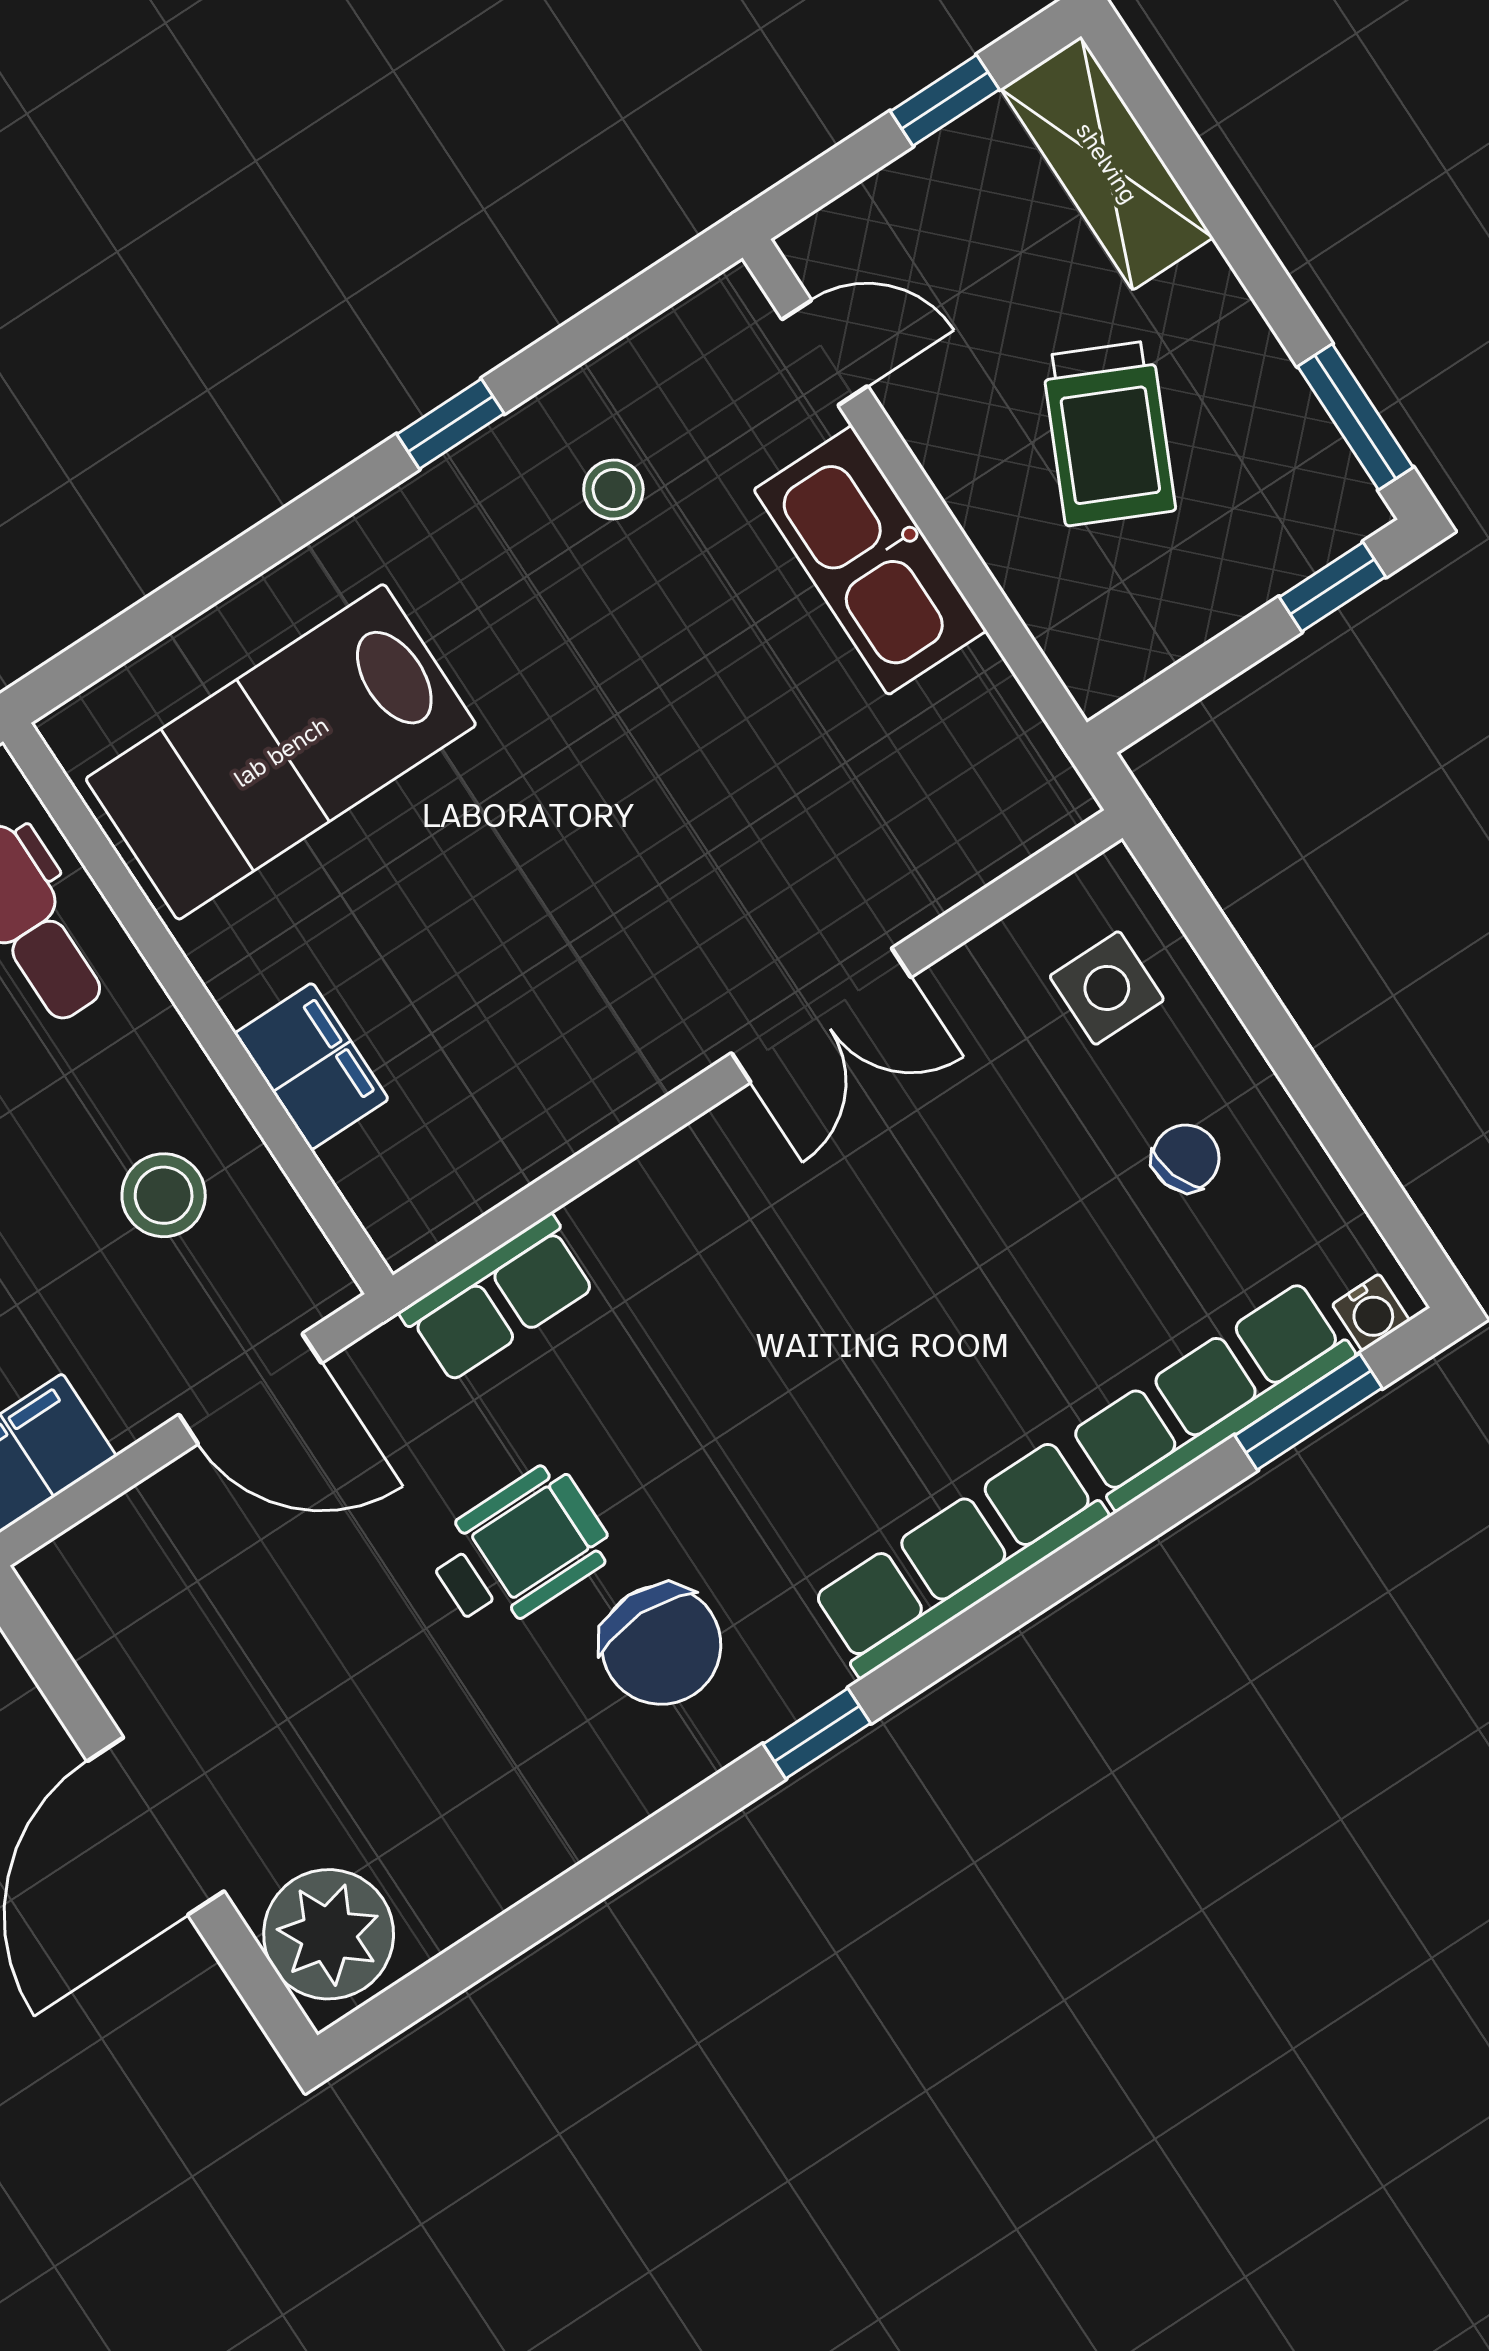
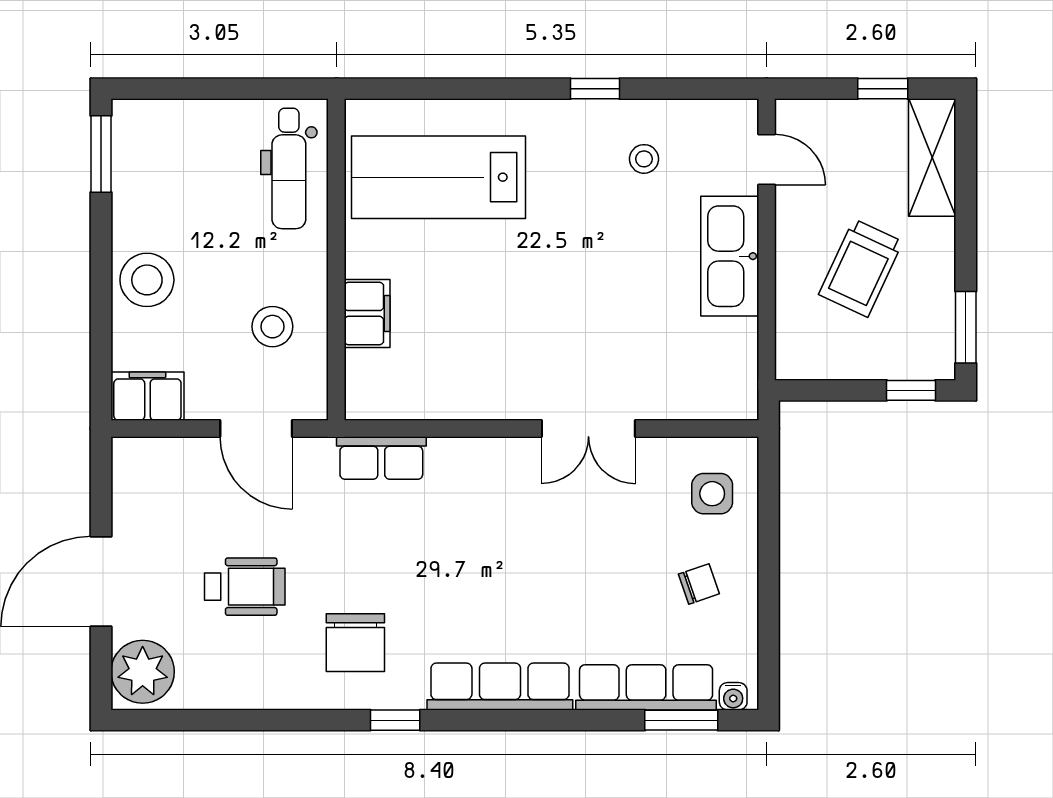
wheelchair: (519, 1549) -> (245, 587), moved

